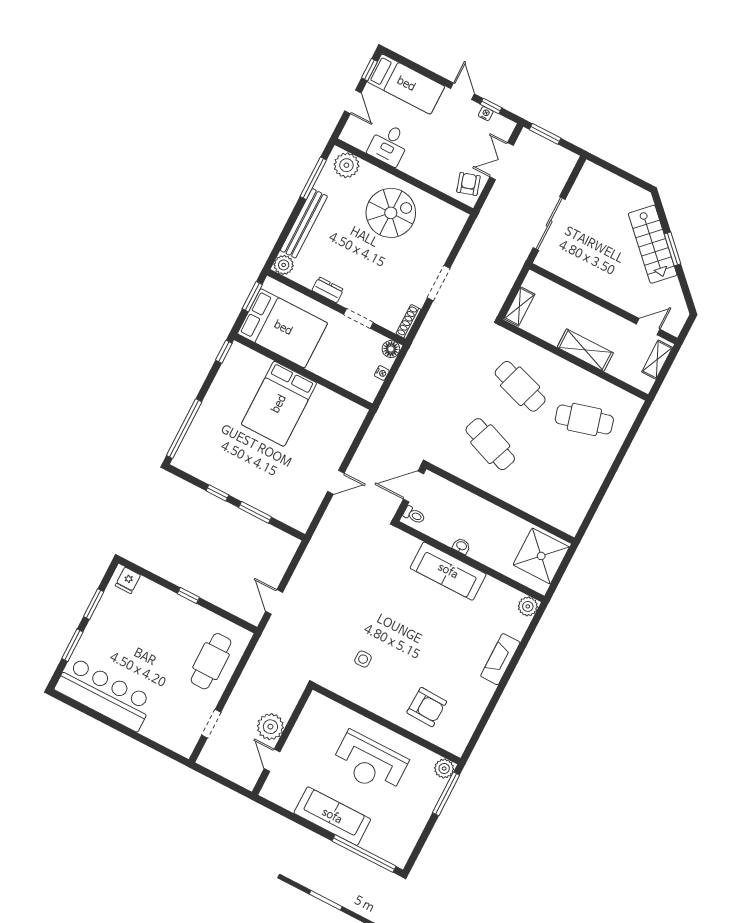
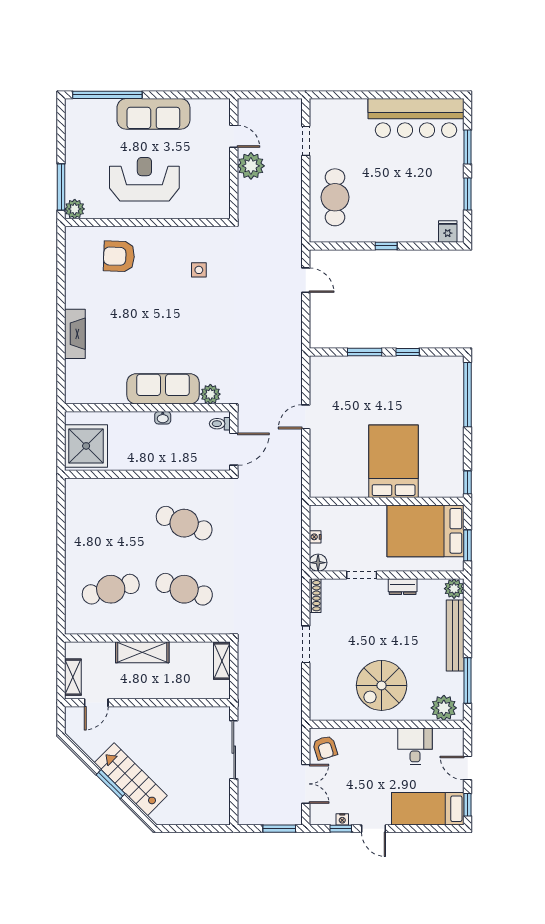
plant: (528, 606) -> (210, 394), moved

